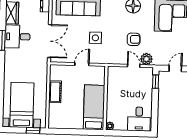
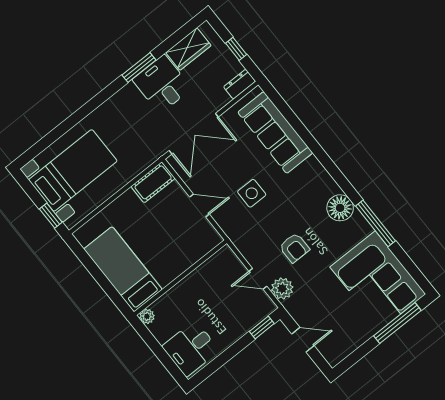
door: (134, 66) -> (258, 279), swing flipped
cot: (55, 92) -> (153, 182), moved
bed: (94, 107) -> (123, 269), moved, turned -90

